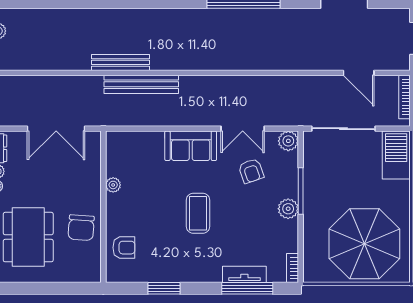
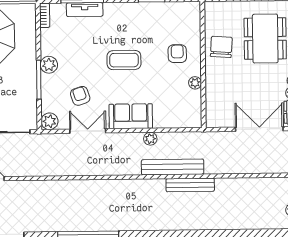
plant: (168, 119) -> (150, 139), added
double door: (56, 129) -> (259, 129), moved
coffee table: (198, 213) -> (124, 60), turned 90
armchair: (124, 248) -> (177, 54), moved, turned 90

